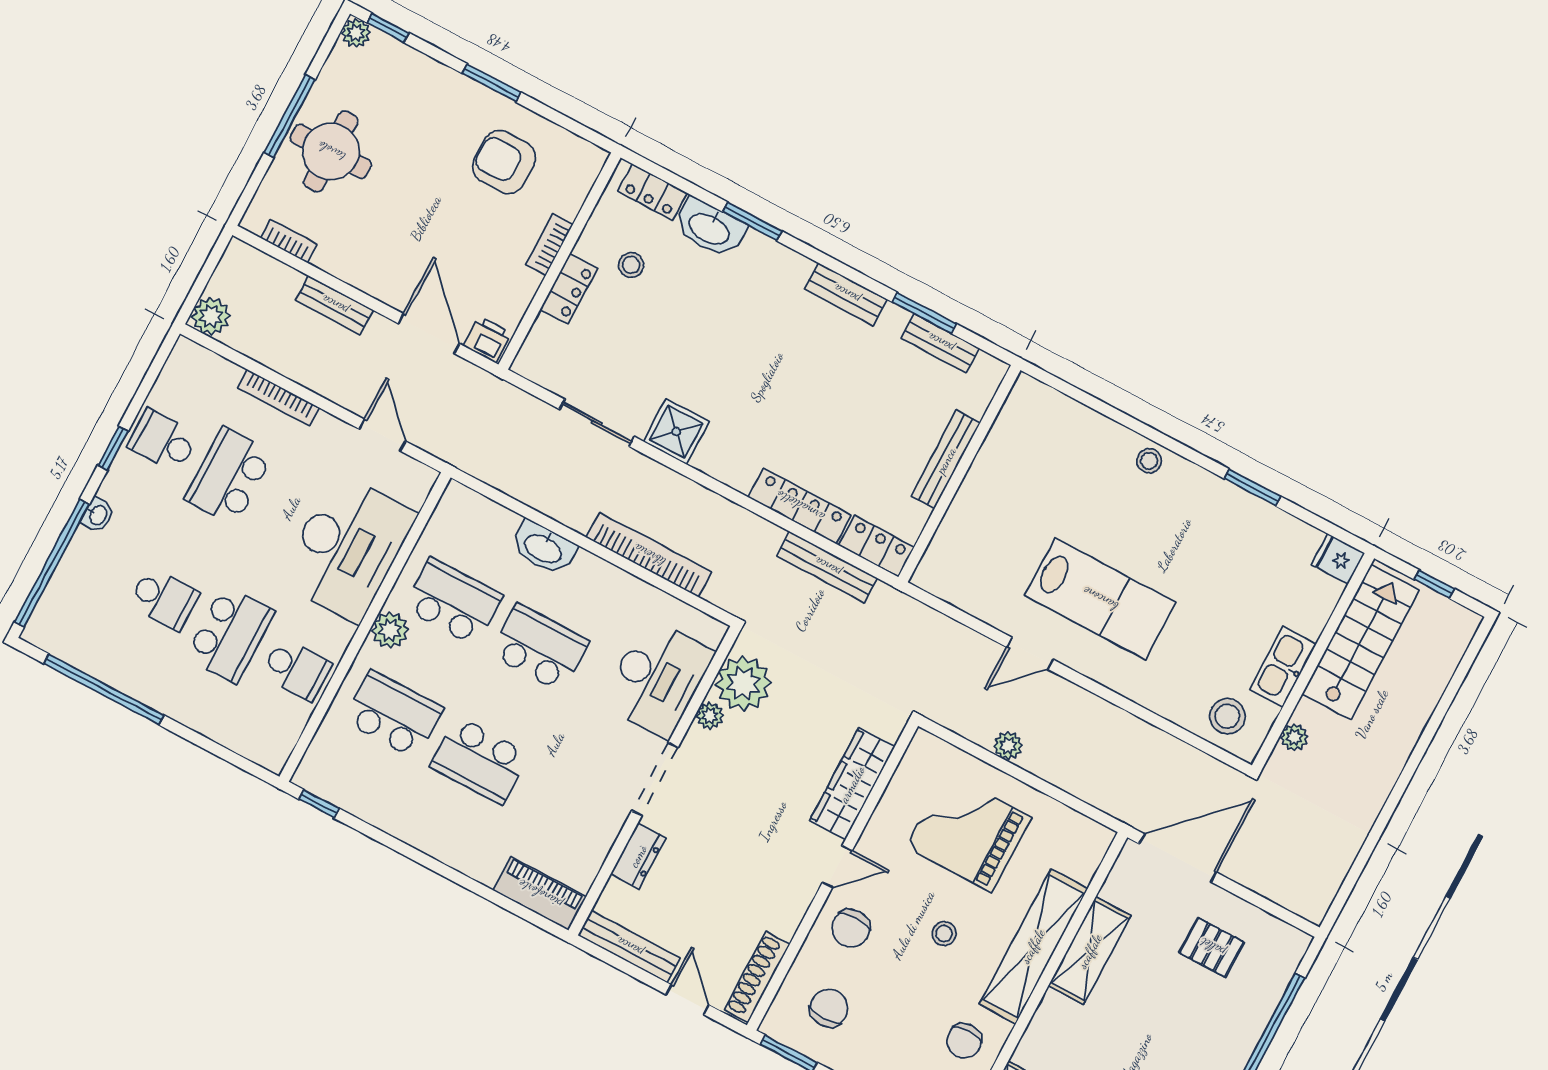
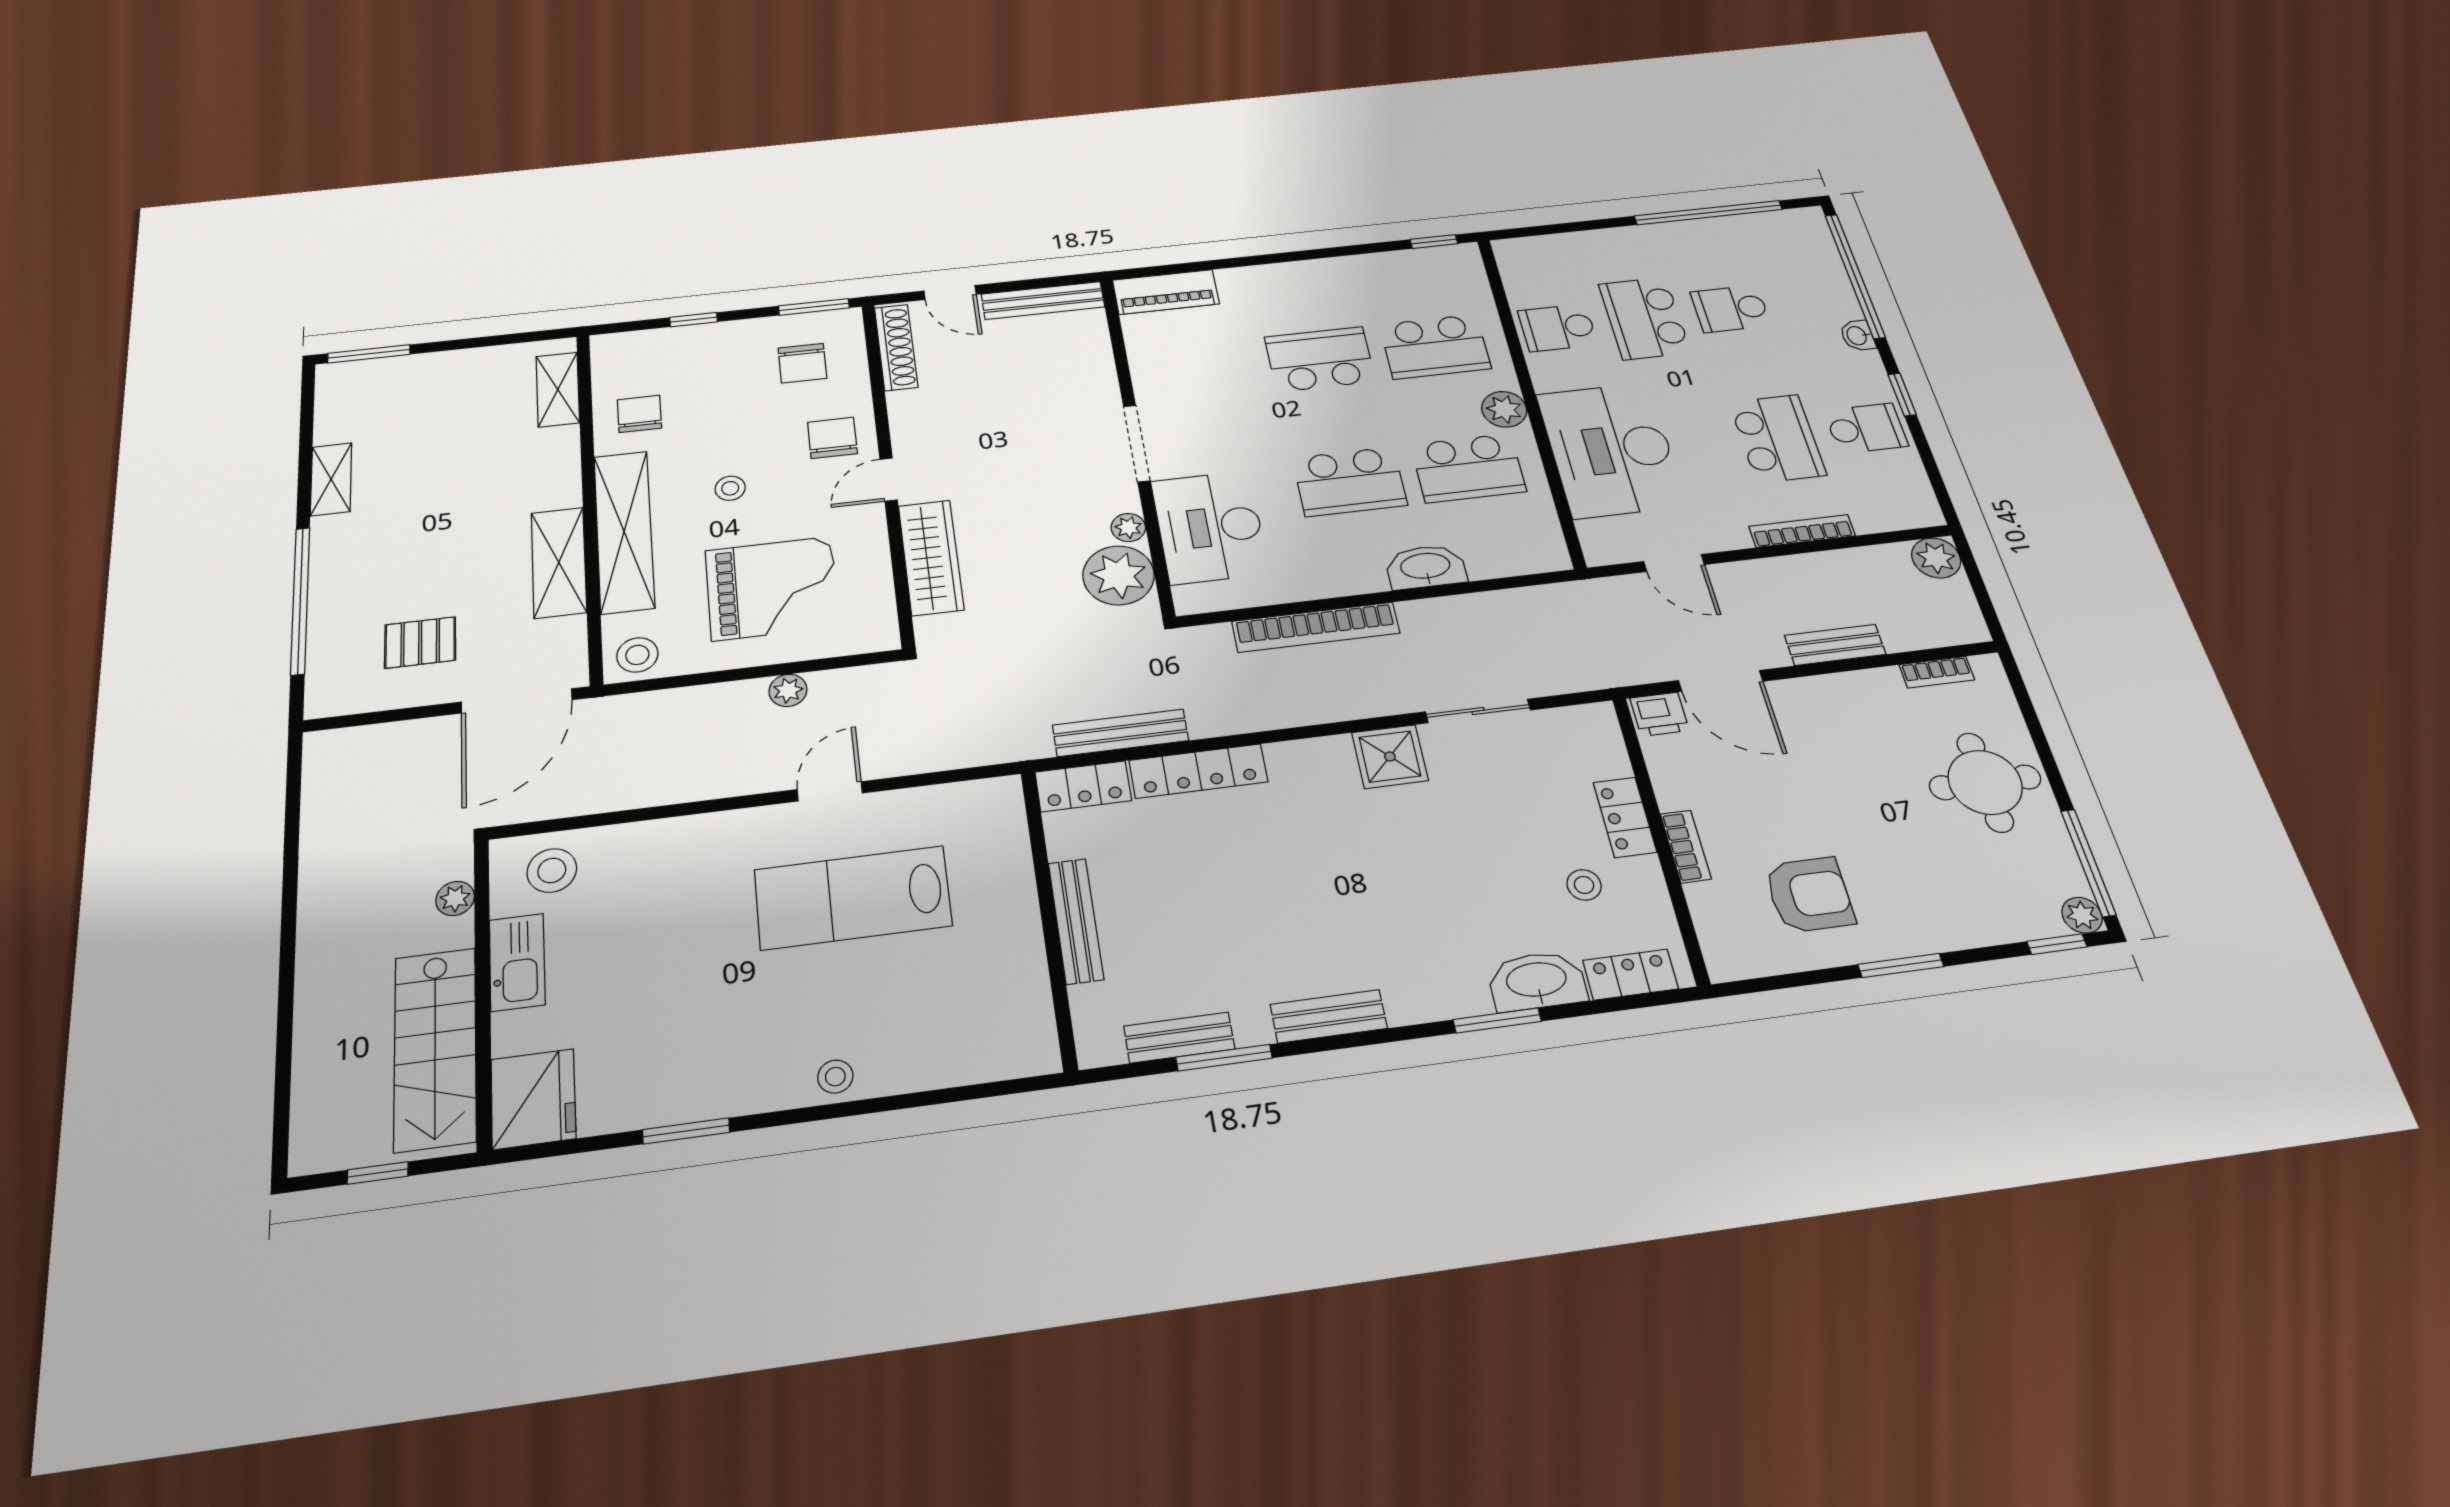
window: (290, 116) -> (2088, 863), moved
fridge: (1338, 559) -> (533, 1099), width x1.88, depth x1.34
lab bench: (1100, 599) -> (853, 898), moved
stool: (1084, 840) -> (637, 655), added
dresser: (638, 856) -> (1097, 374), removed

